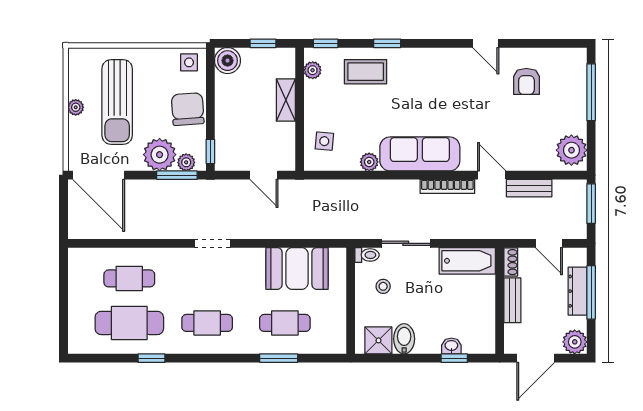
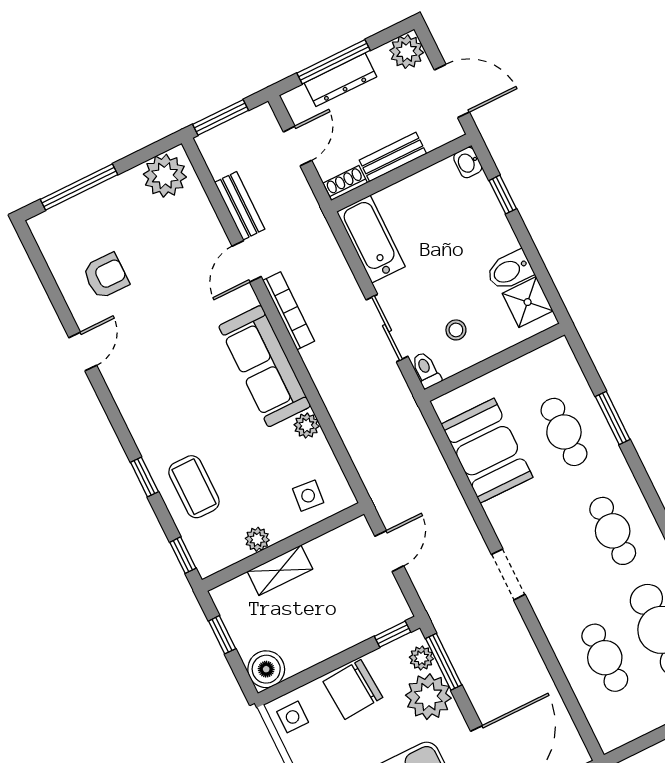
plant: (313, 70) -> (257, 539), moved
washbasin: (451, 346) -> (468, 162), moved

